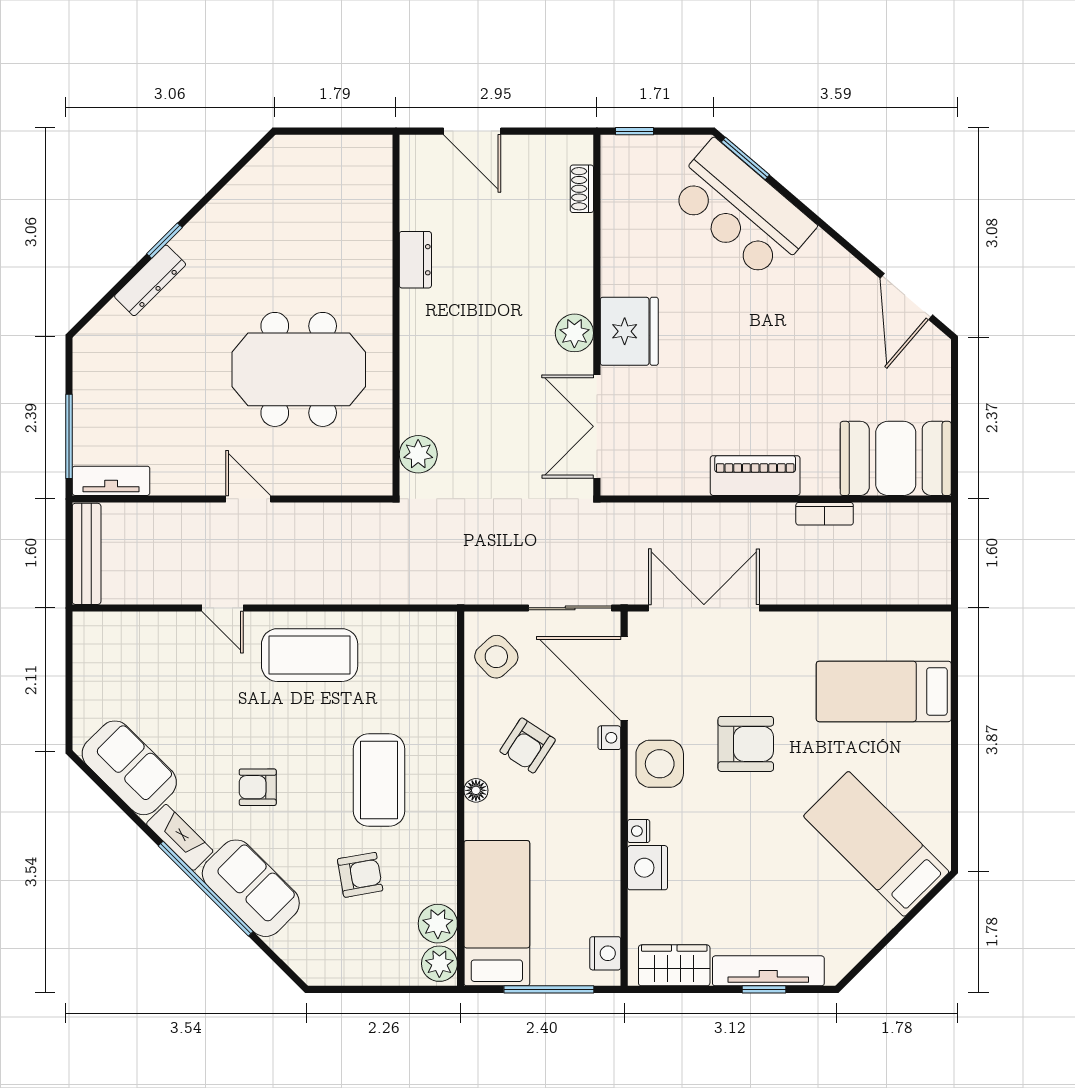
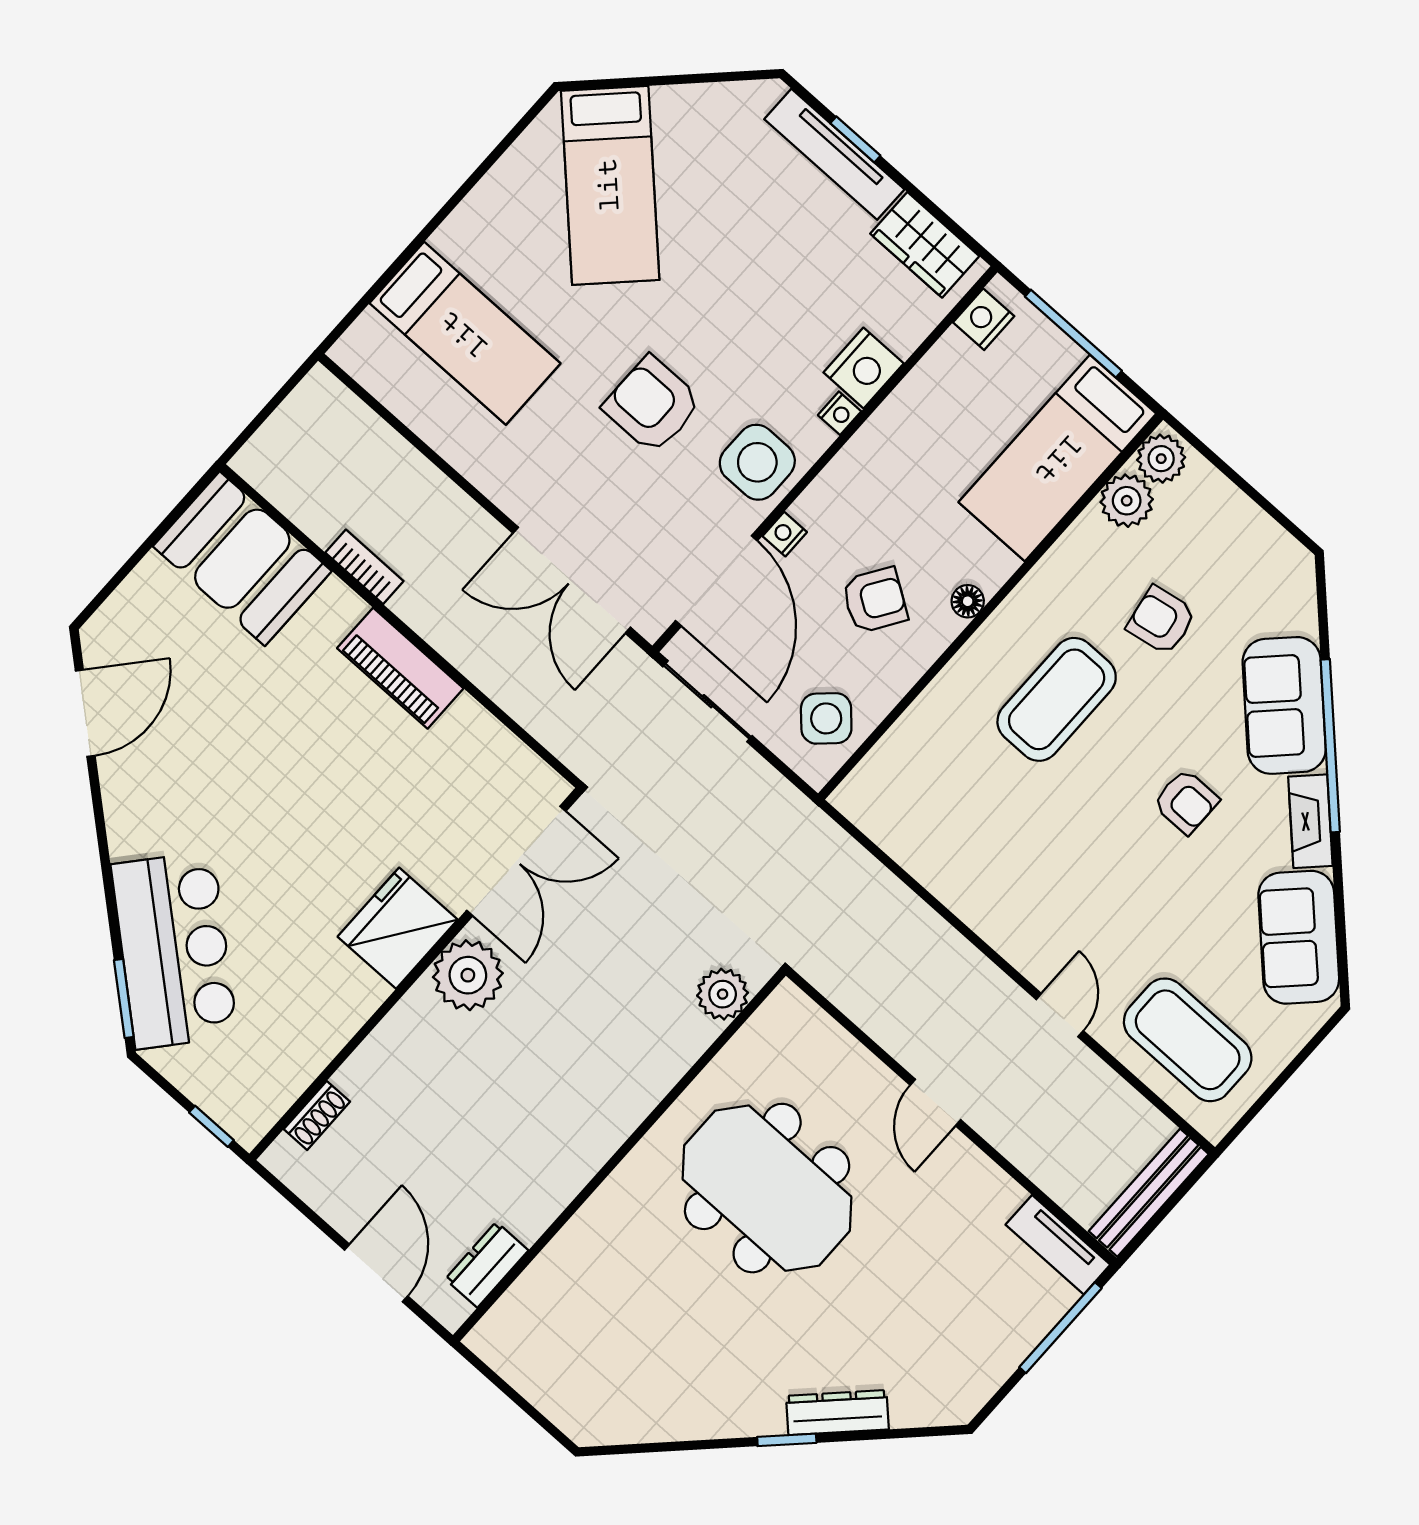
dresser: (415, 260) -> (487, 1265), moved
plant: (574, 333) -> (468, 975), width x1.36, depth x1.36
coffee table: (310, 655) -> (1188, 1040), moved

